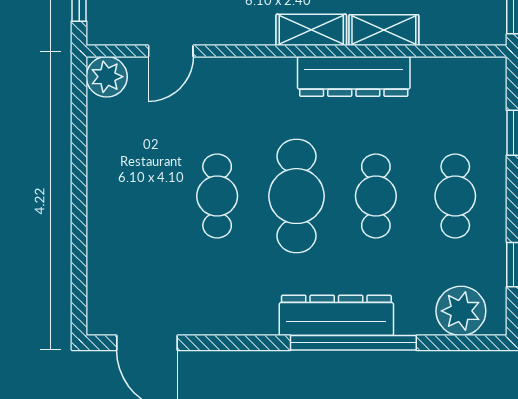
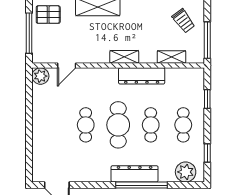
shelving: (384, 30) -> (172, 57), moved

